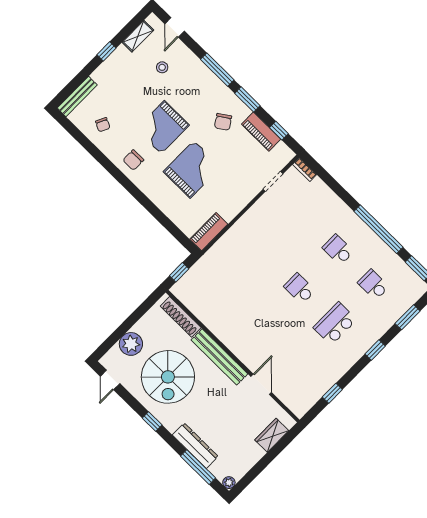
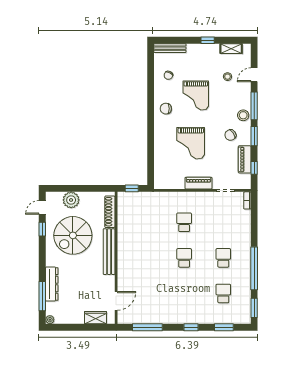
door: (175, 27) -> (254, 75), moved
stool: (216, 90) -> (243, 115), added
grand piano: (163, 127) -> (196, 96), moved, turned -90
grand piano: (192, 169) -> (191, 143), turned 90
piano: (209, 232) -> (199, 183), moved
school desk: (335, 324) -> (184, 222), moved, width x0.54
door: (261, 384) -> (116, 301), moved
window: (332, 393) -> (147, 327), width x2.17
window: (152, 421) -> (42, 229), moved

